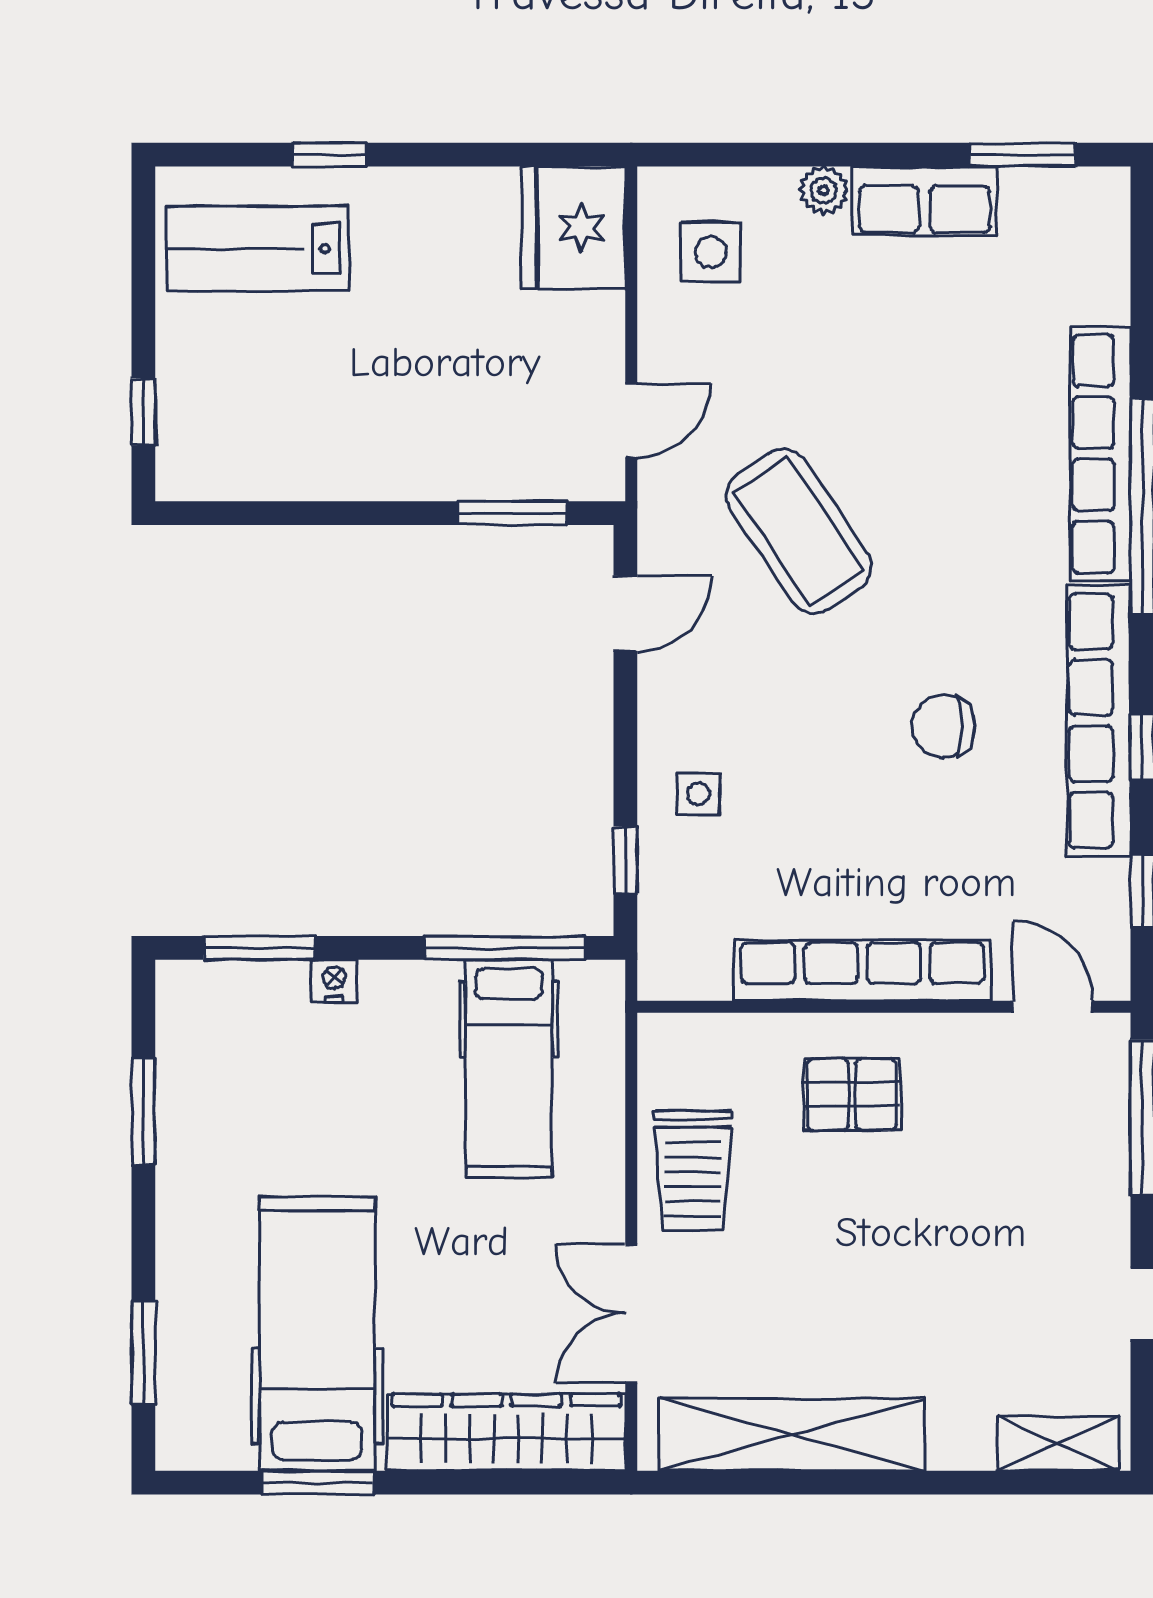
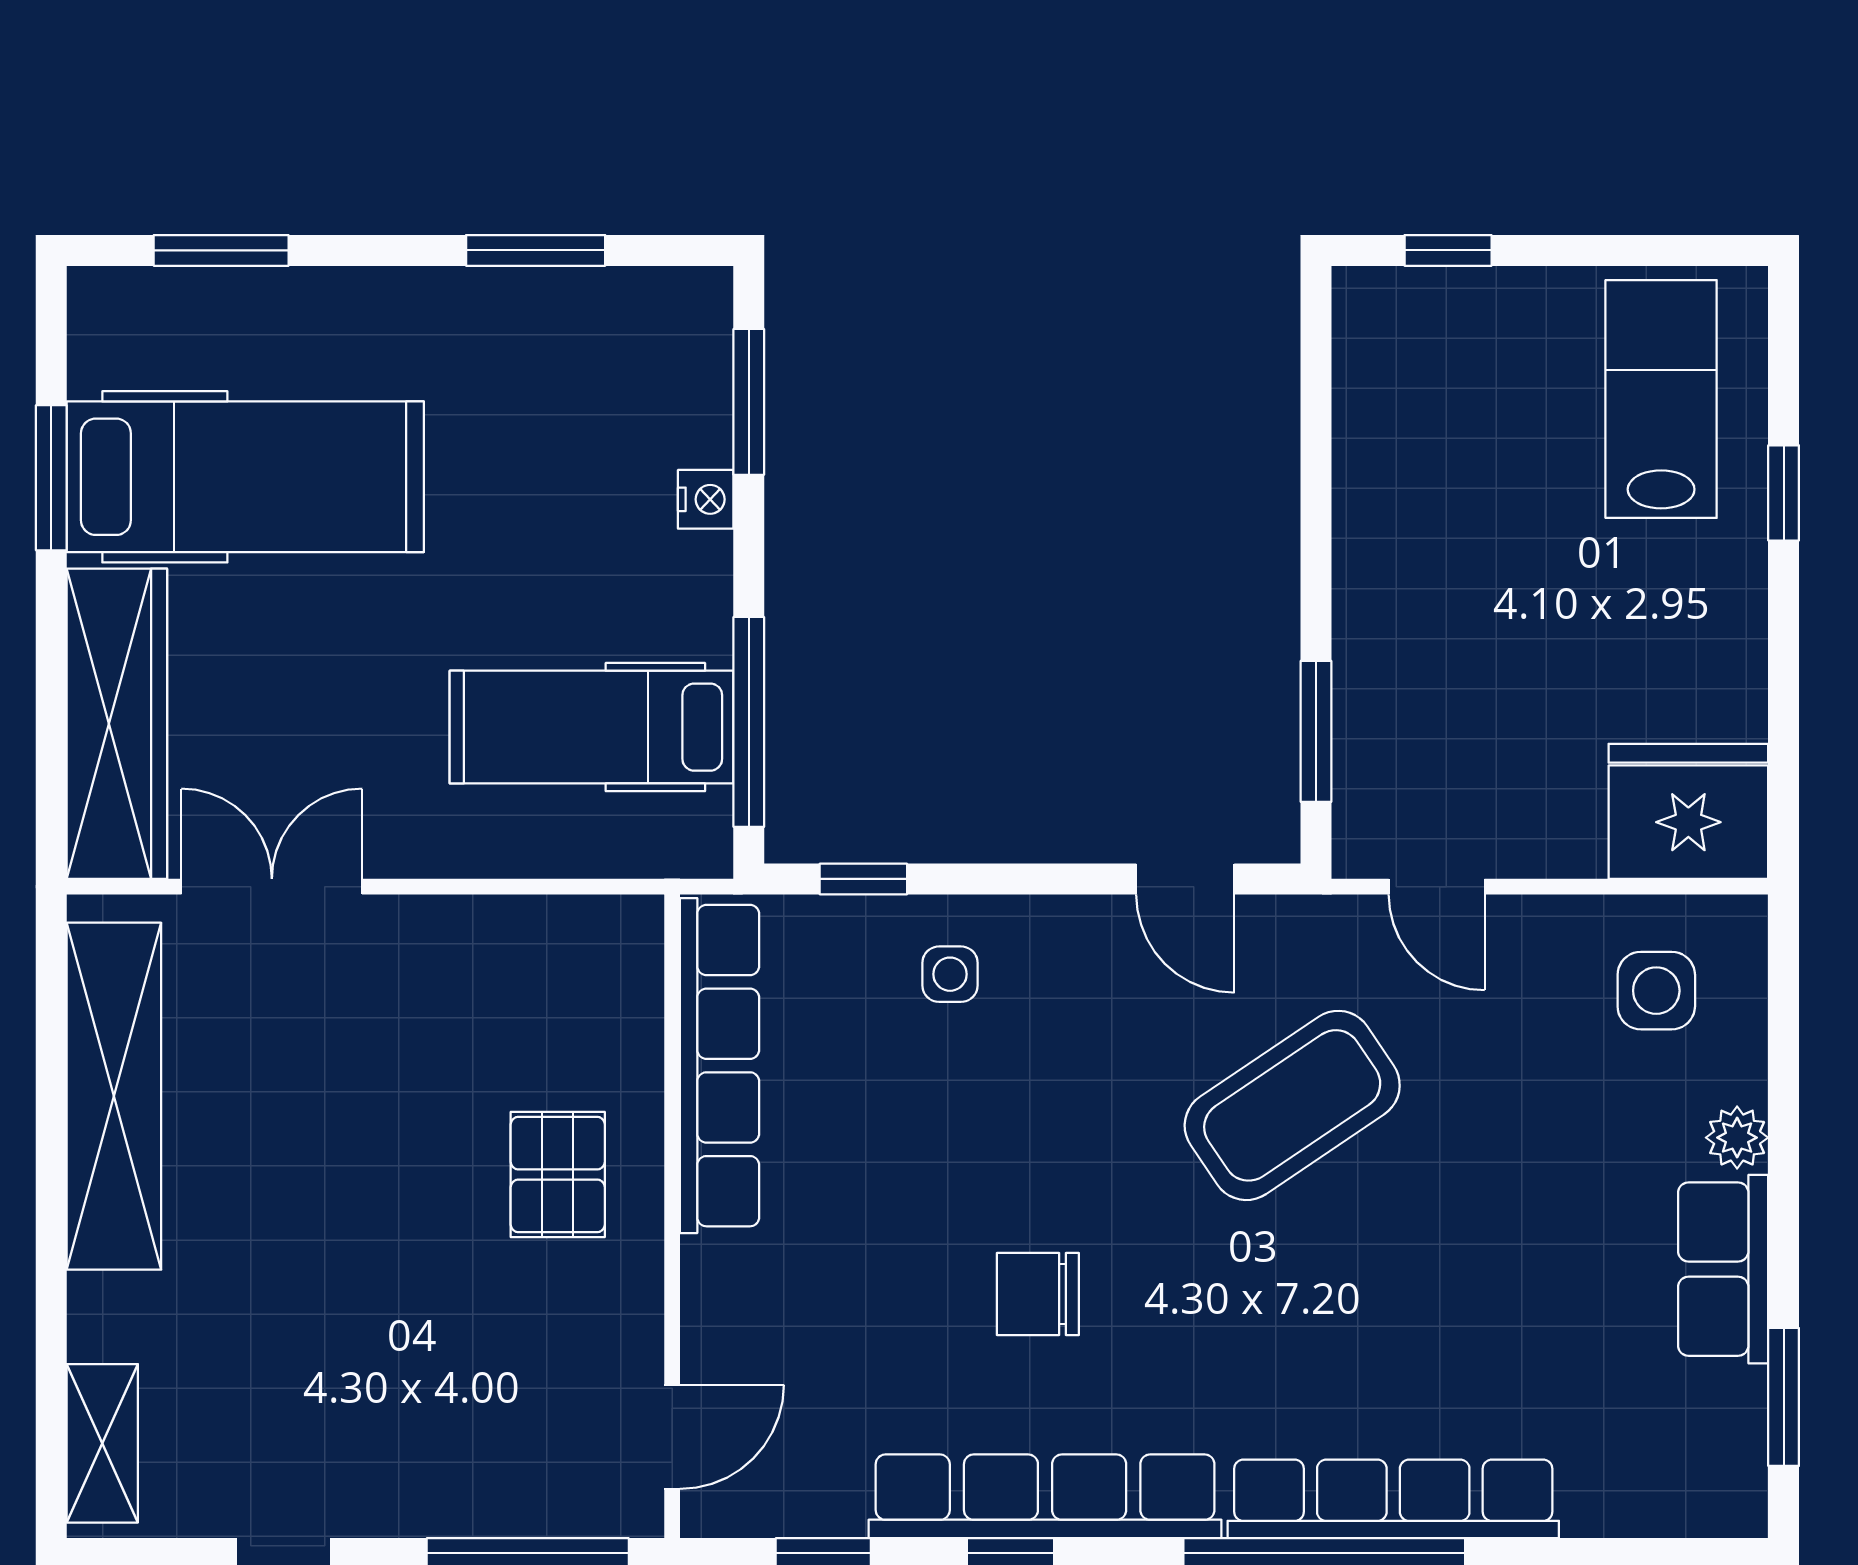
chair: (944, 726) -> (1038, 1294), turned -90
row of seats: (862, 970) -> (719, 1066), moved
trolley: (693, 1171) -> (458, 967), removed

